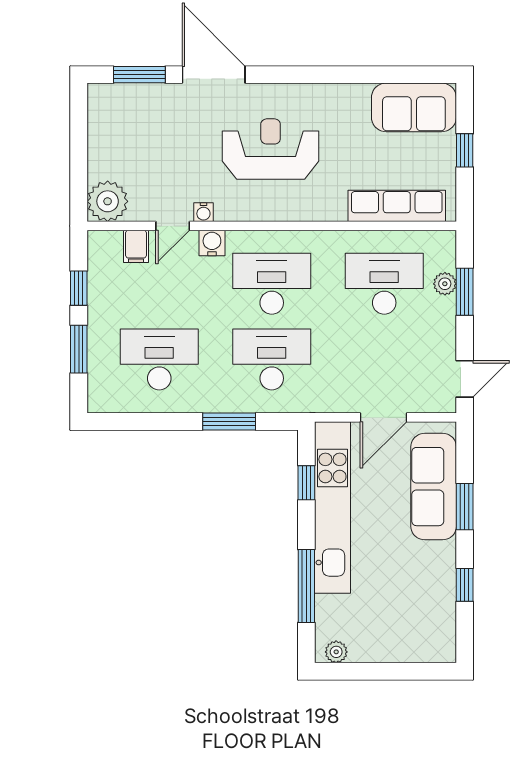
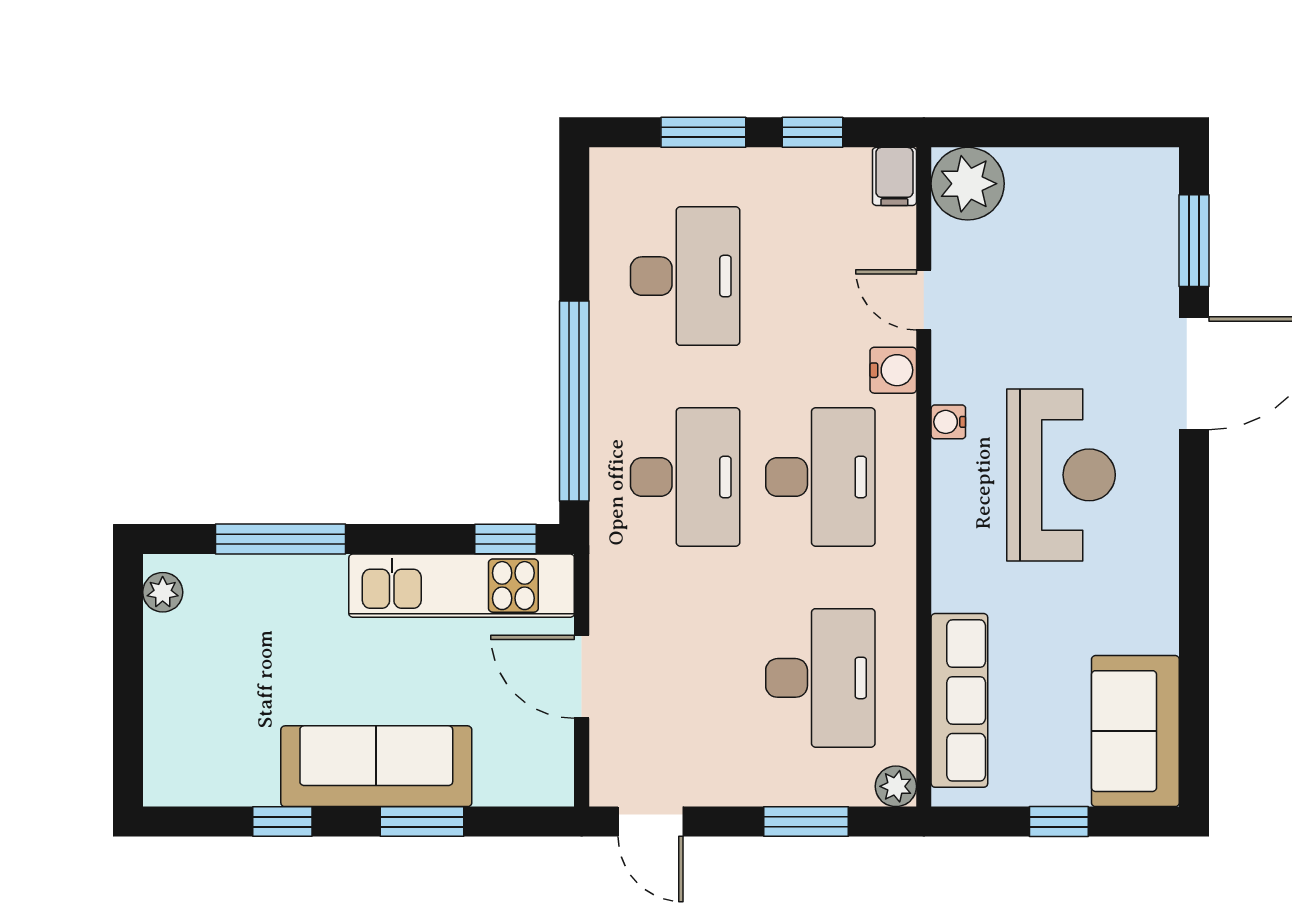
water cooler: (203, 212) -> (948, 422), moved
filing cabinet: (136, 246) -> (894, 176), moved, turned -90
plant: (445, 284) -> (896, 786), moved
window: (229, 422) -> (574, 401), width x2.11
window: (306, 483) -> (505, 539), moved
sofa: (434, 487) -> (376, 766), moved
kitchen unit: (332, 507) -> (462, 586), width x0.73

